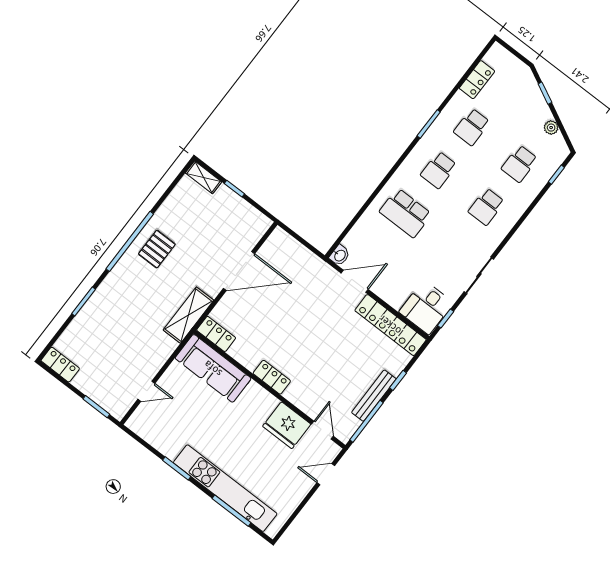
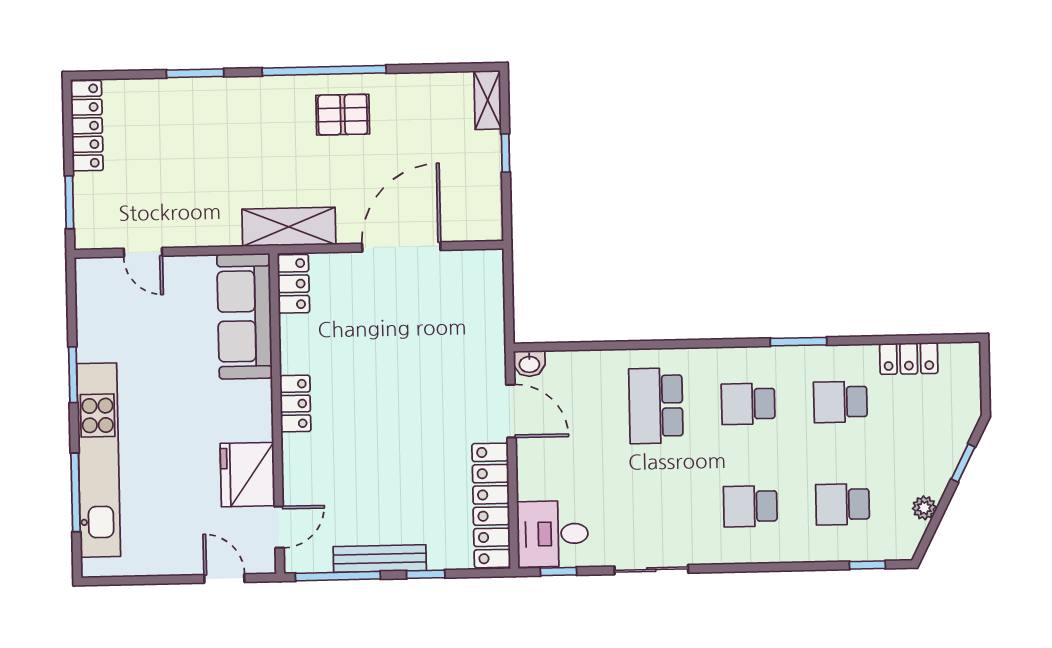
door: (239, 271) -> (401, 247), swing flipped
locker: (60, 365) -> (87, 126), width x1.53

